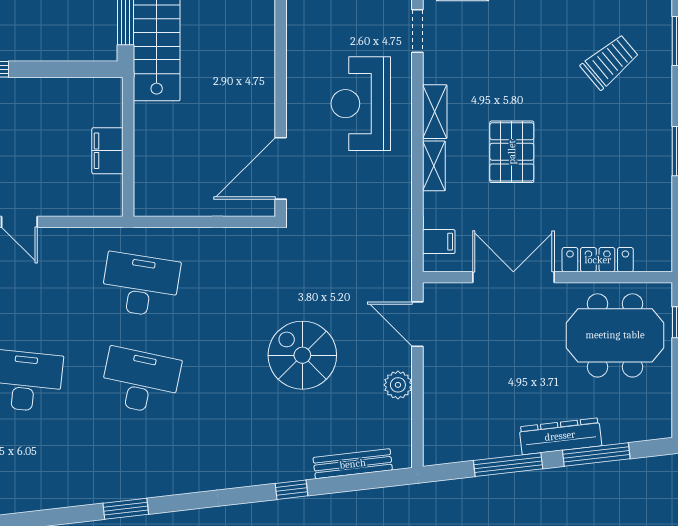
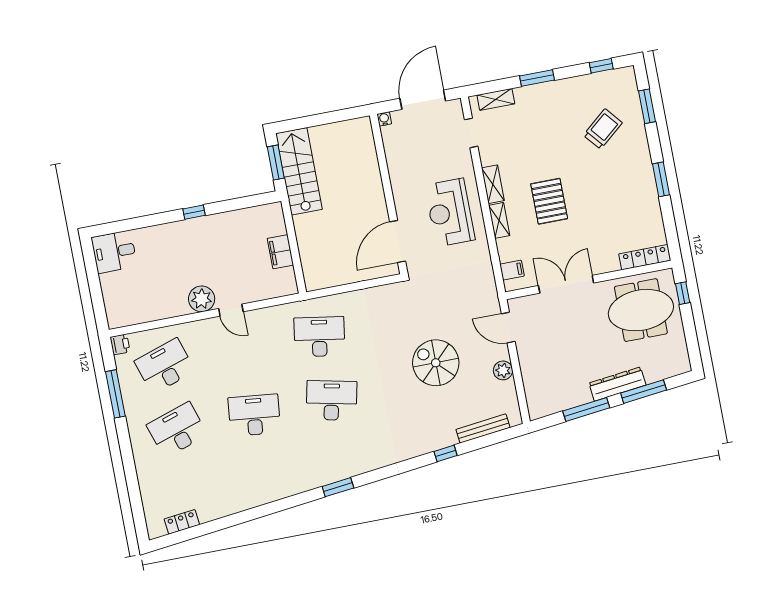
reception desk: (361, 104) -> (450, 213), moved
locker: (598, 260) -> (645, 257), moved

